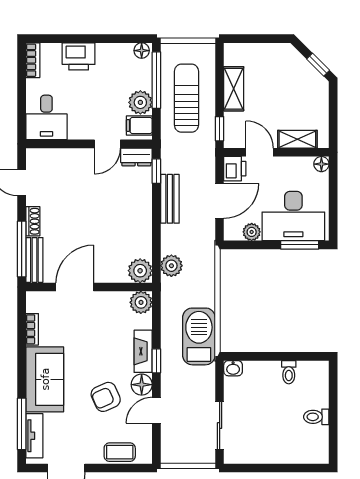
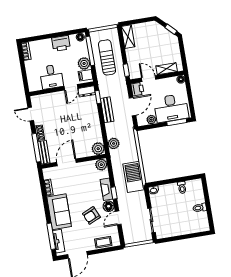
printer: (79, 56) -> (61, 43), moved
shelving: (234, 89) -> (128, 37), moved
desk: (46, 117) -> (51, 77), moved

